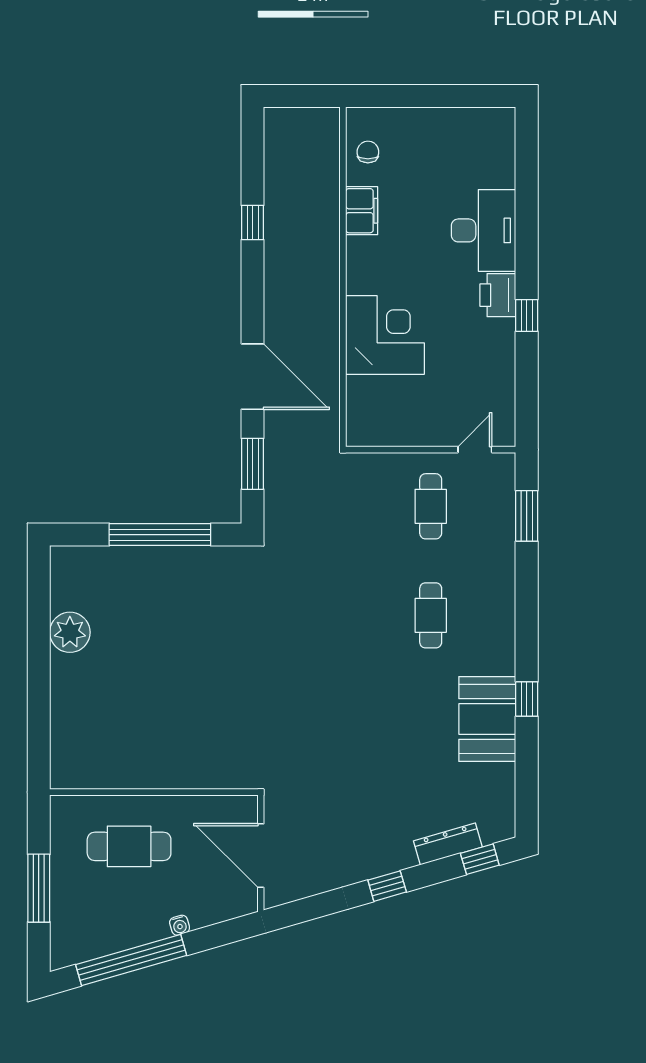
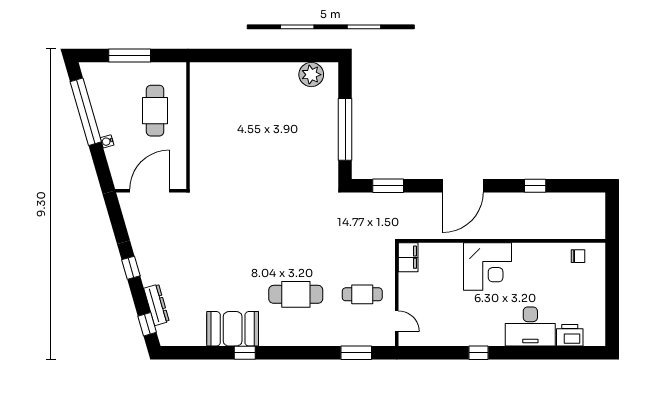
filing cabinet: (362, 211) -> (408, 257), moved, turned -90
printer: (498, 295) -> (570, 335), moved
corner desk: (385, 335) -> (487, 267), moved
door: (253, 377) -> (463, 186), moved
cafe table: (431, 615) -> (296, 294), width x1.37, depth x1.35
plant: (70, 632) -> (311, 75), moved

